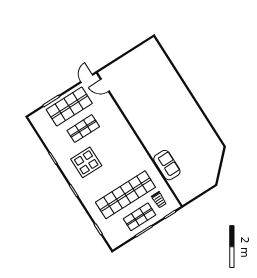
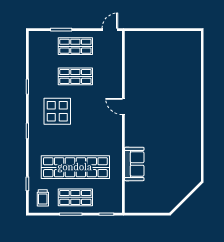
door: (105, 85) -> (123, 107), moved
shop shelf: (69, 107) -> (75, 46), width x0.70, depth x0.74
trolley: (159, 200) -> (43, 198), moved

